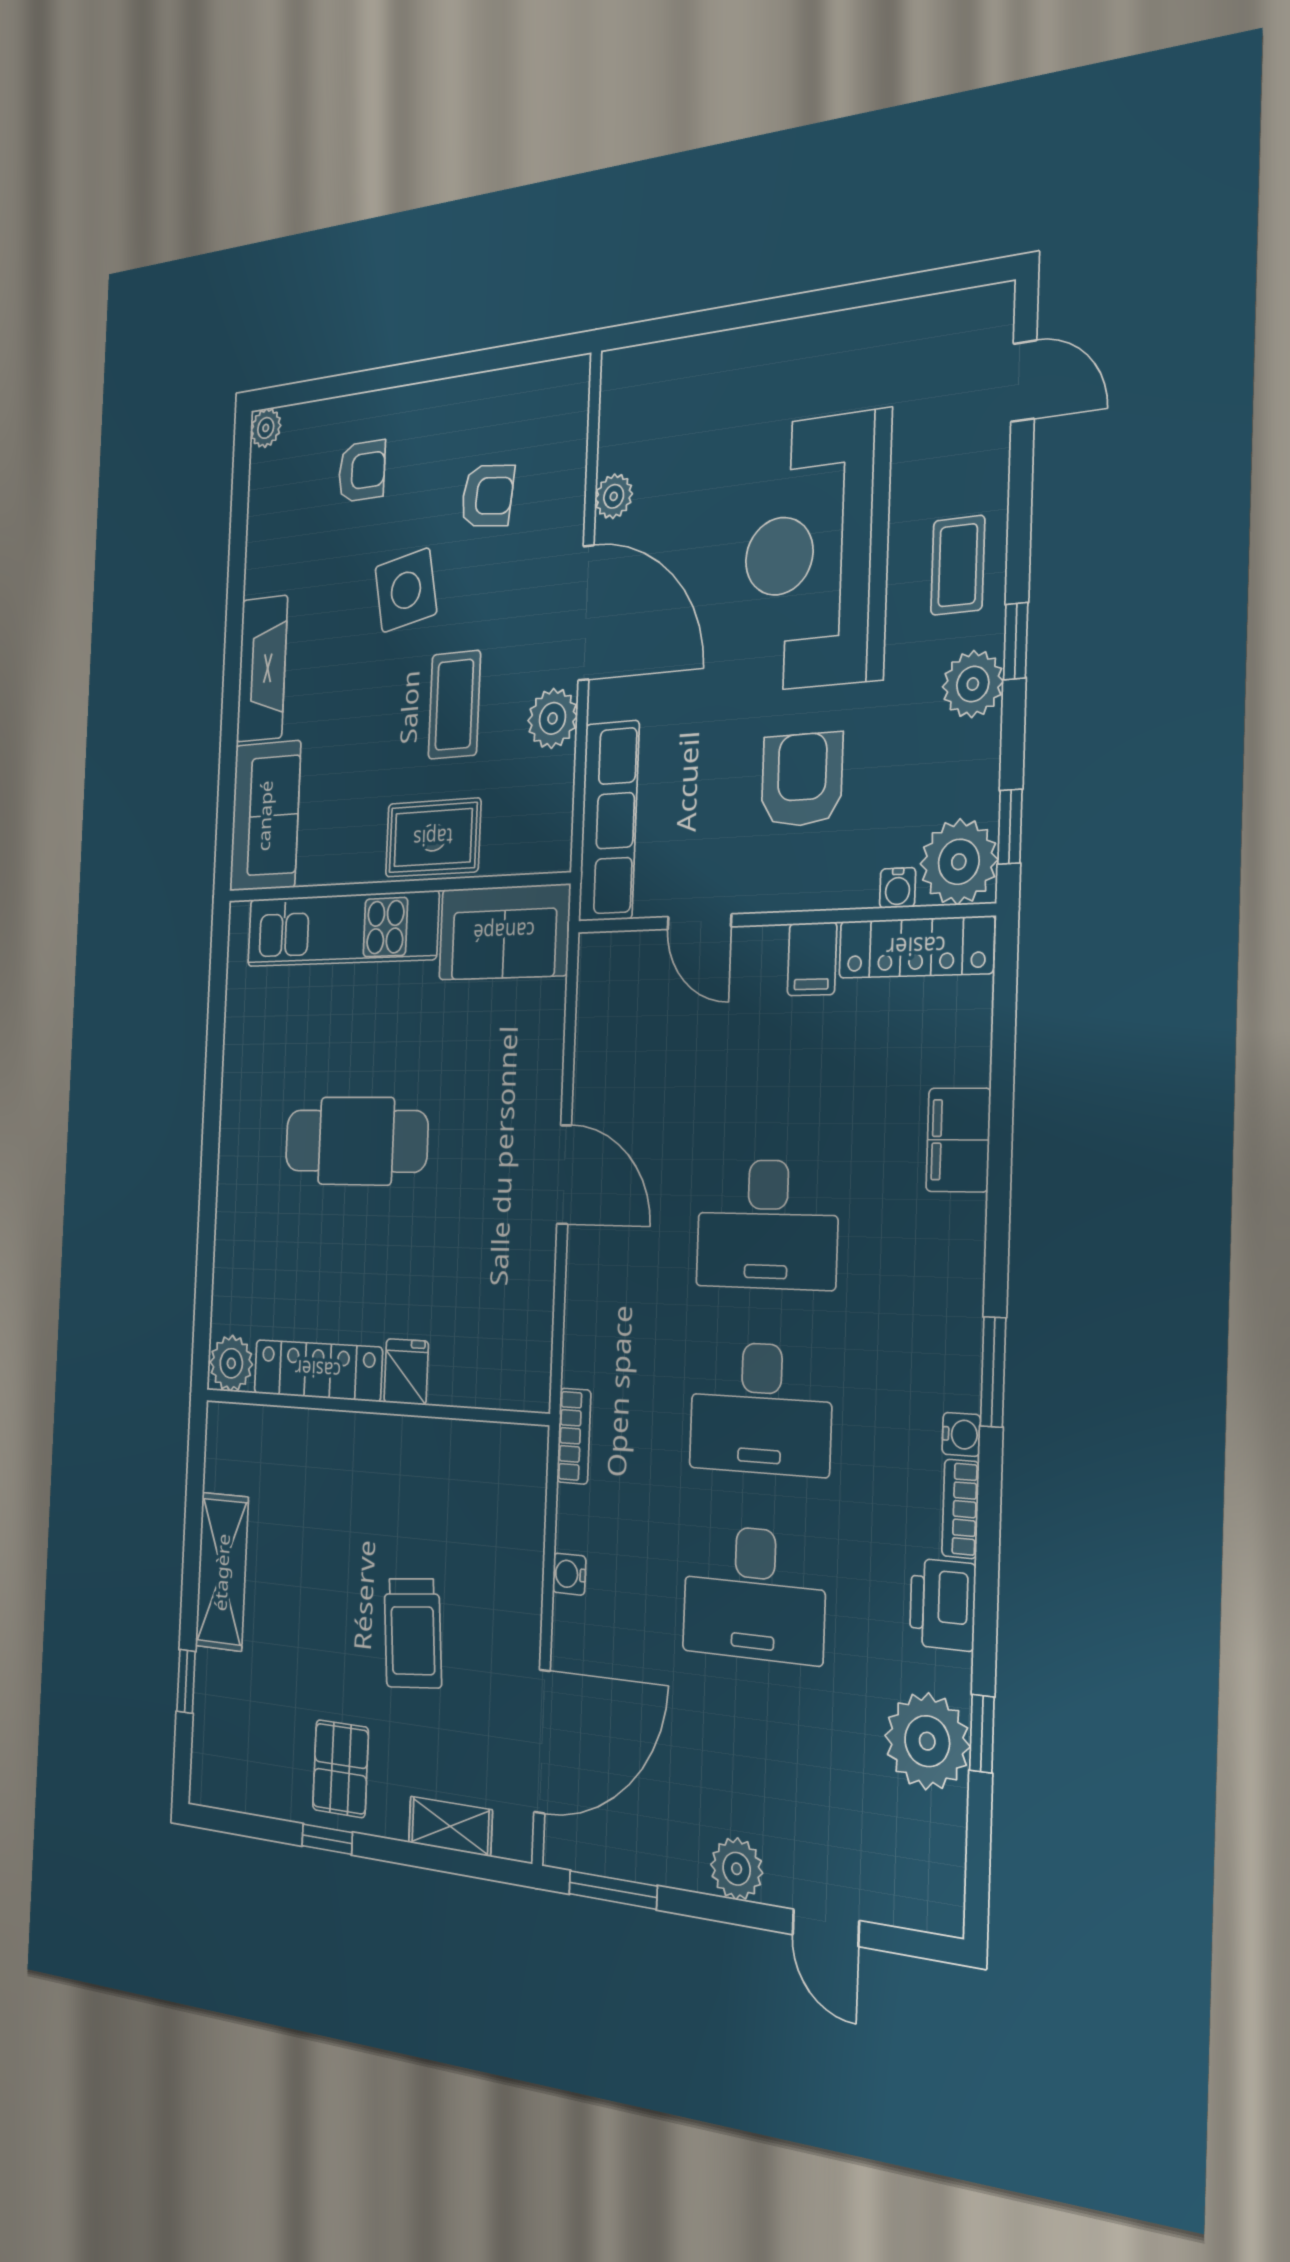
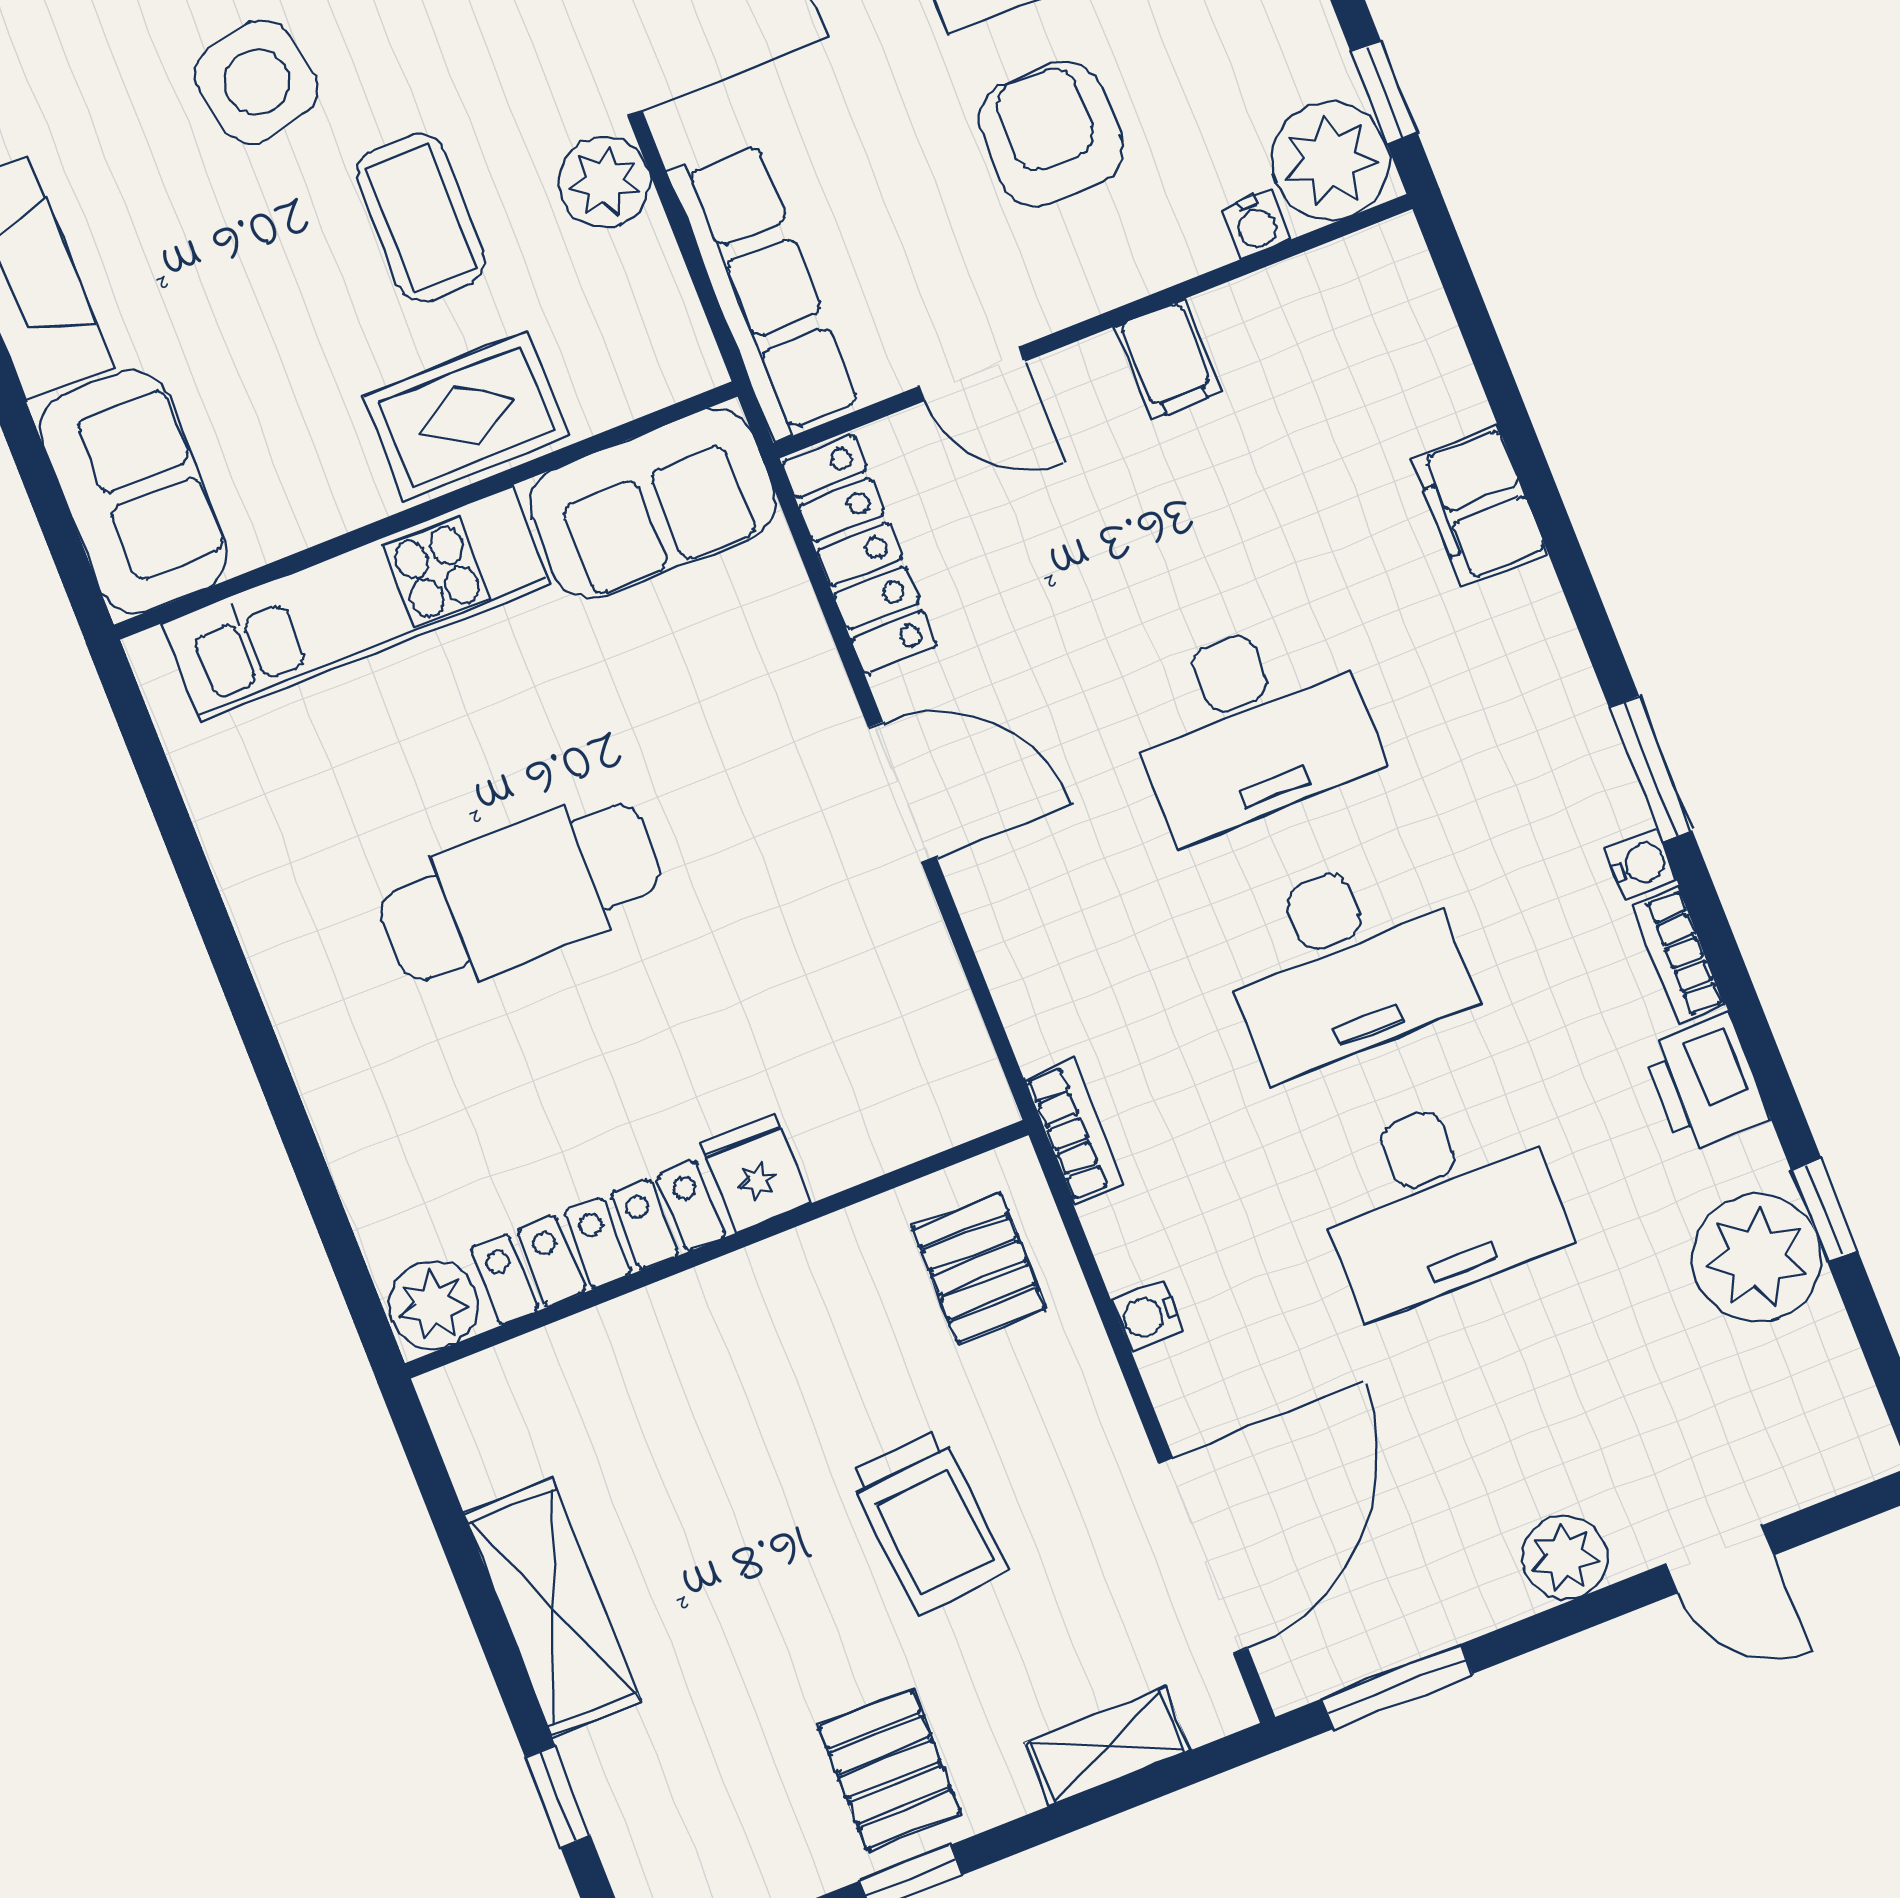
locker: (916, 947) -> (859, 554), moved, turned -90
pallet: (494, 1493) -> (979, 1268), added

